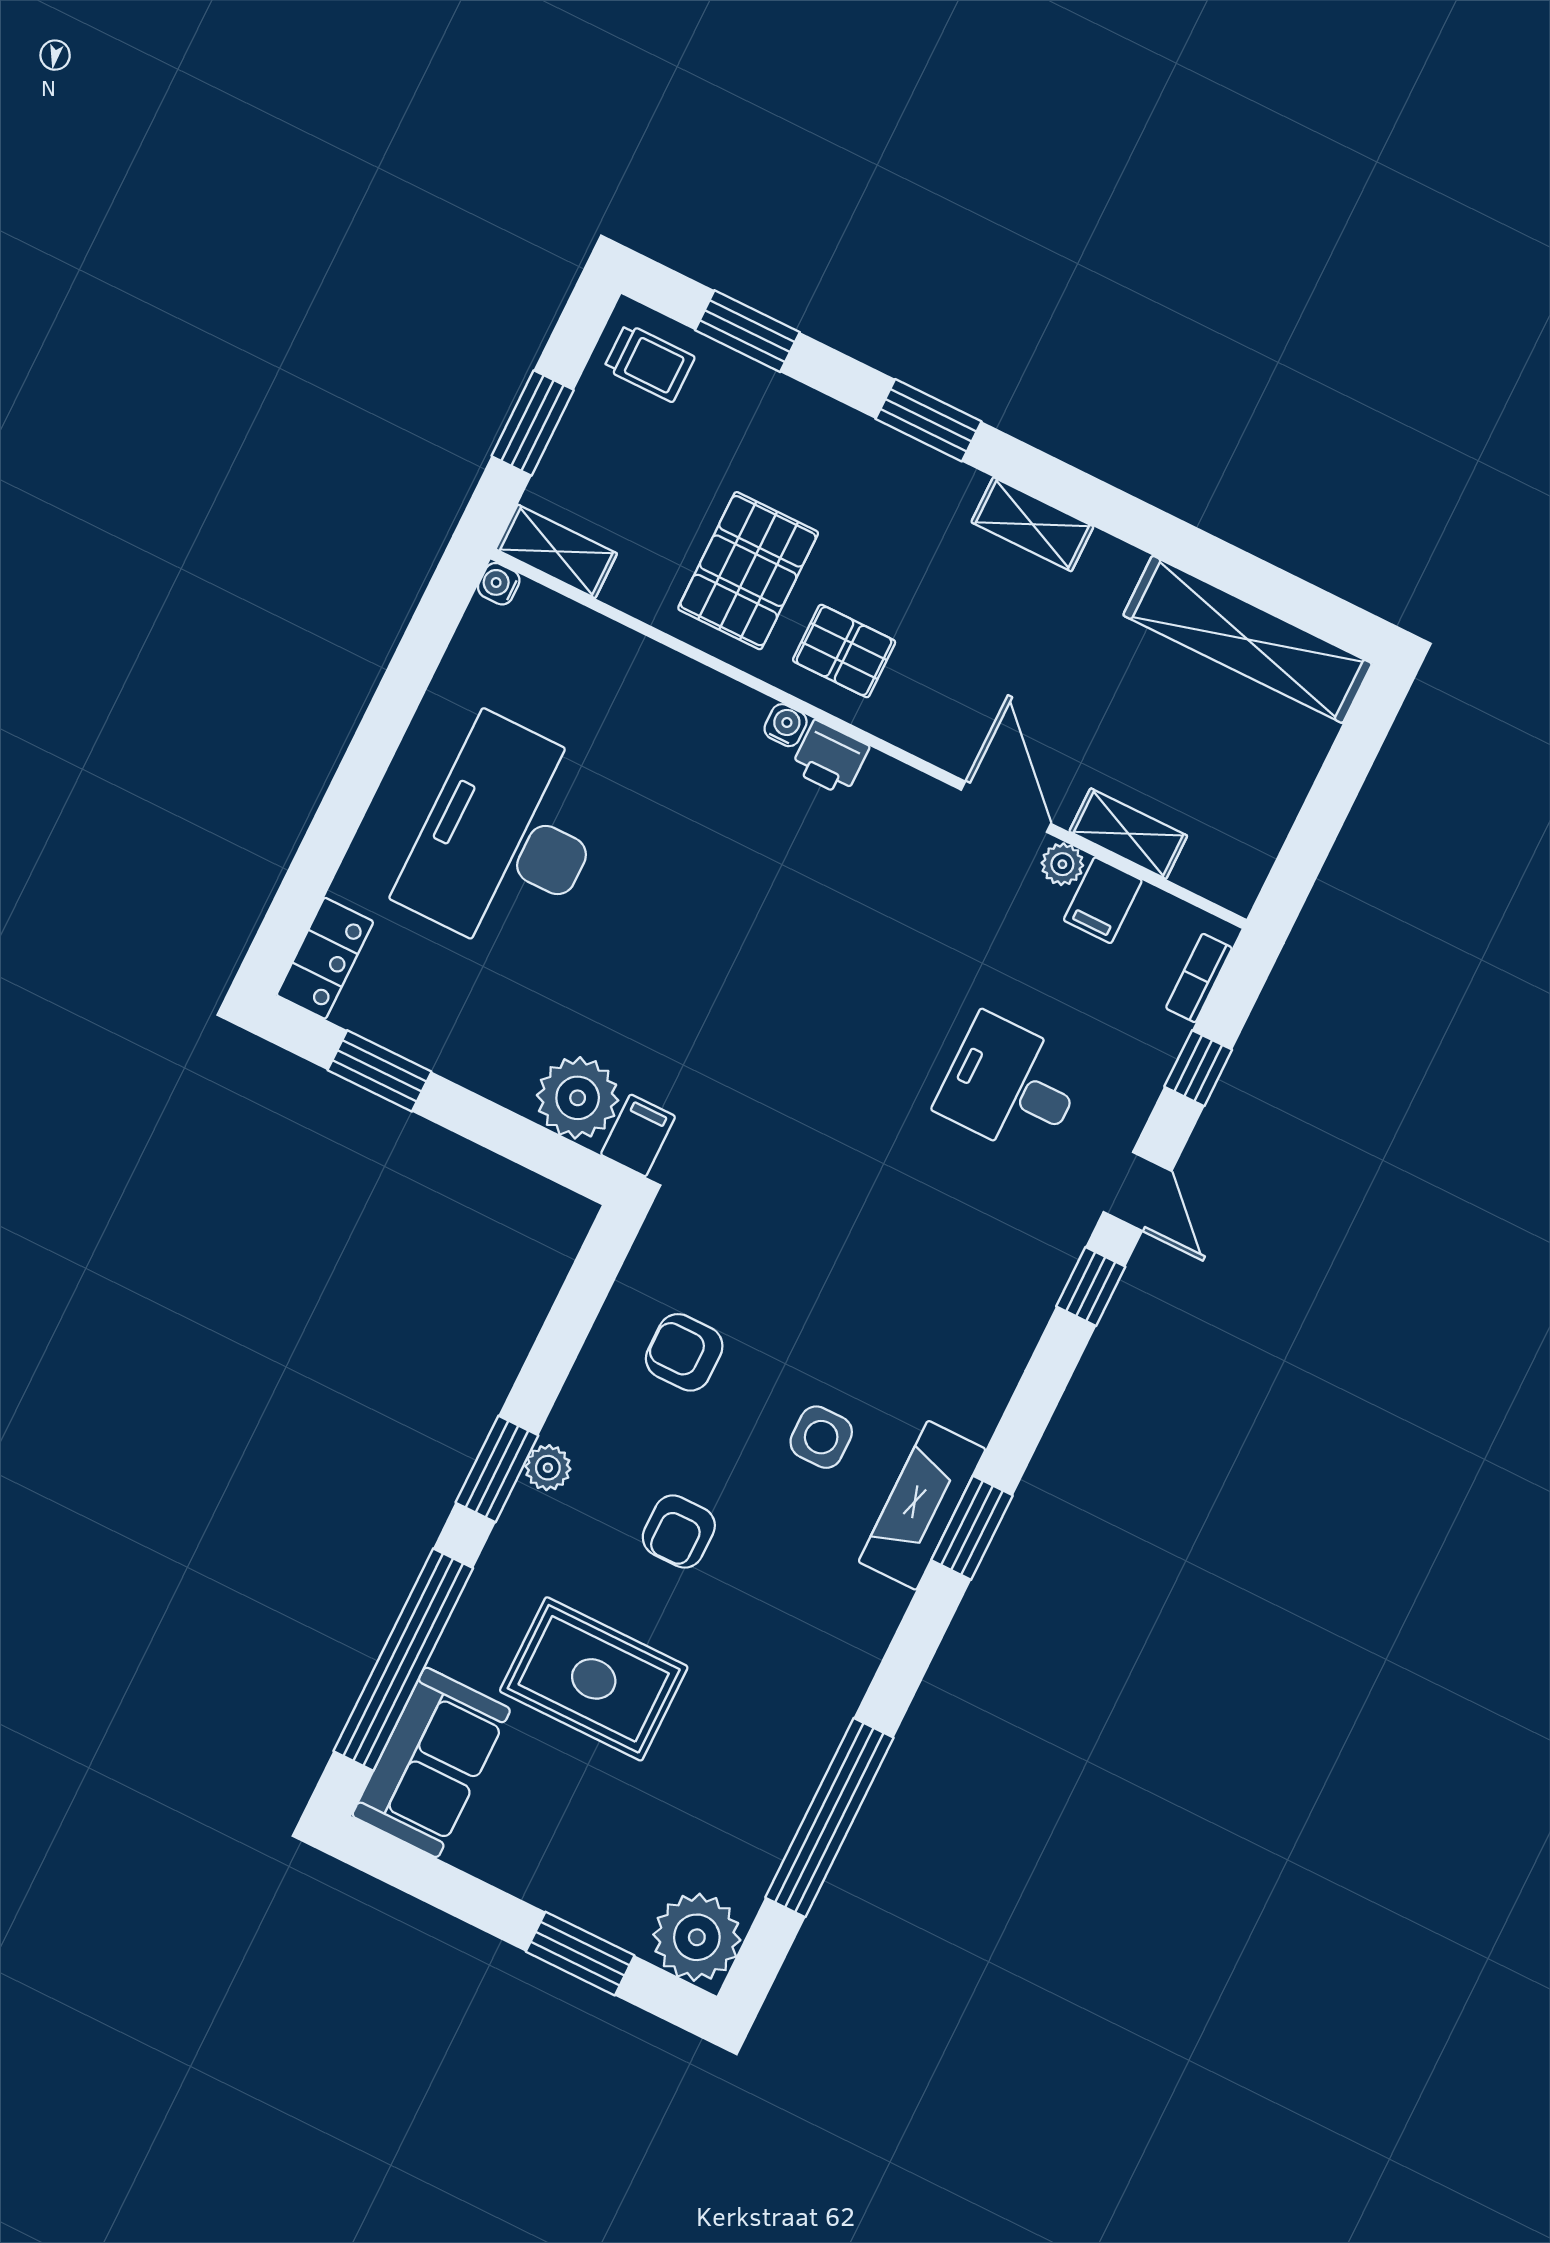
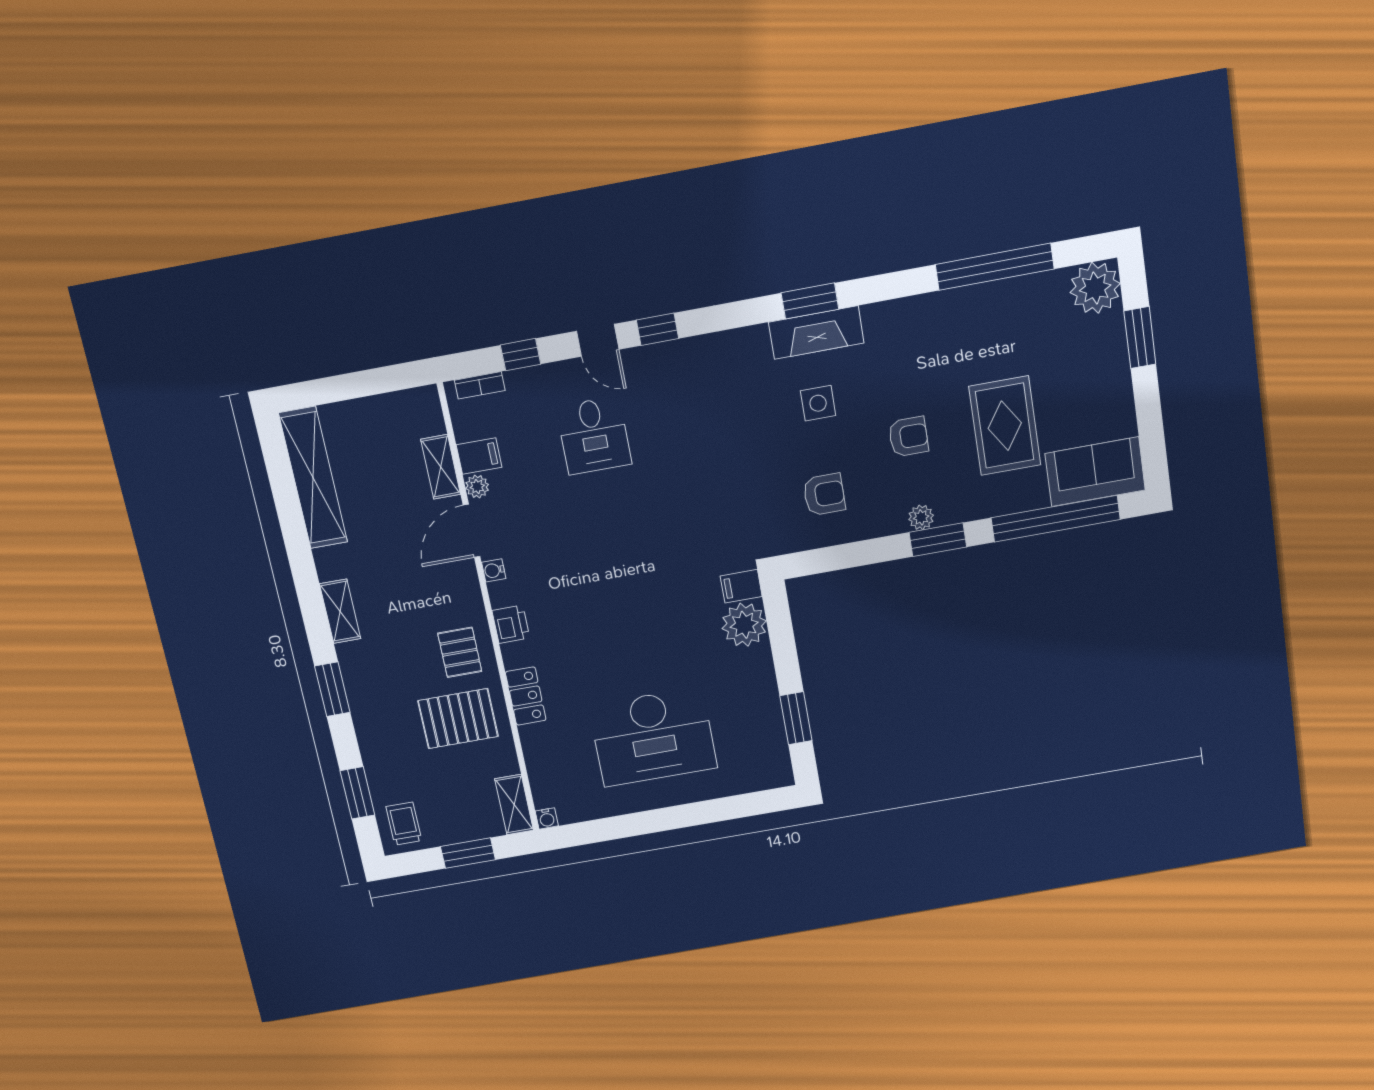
water cooler: (786, 725) -> (494, 570), moved
locker: (325, 958) -> (526, 696), moved, turned 90
door: (1138, 1191) -> (598, 340), swing flipped
armchair: (684, 1352) -> (824, 494), turned -90

